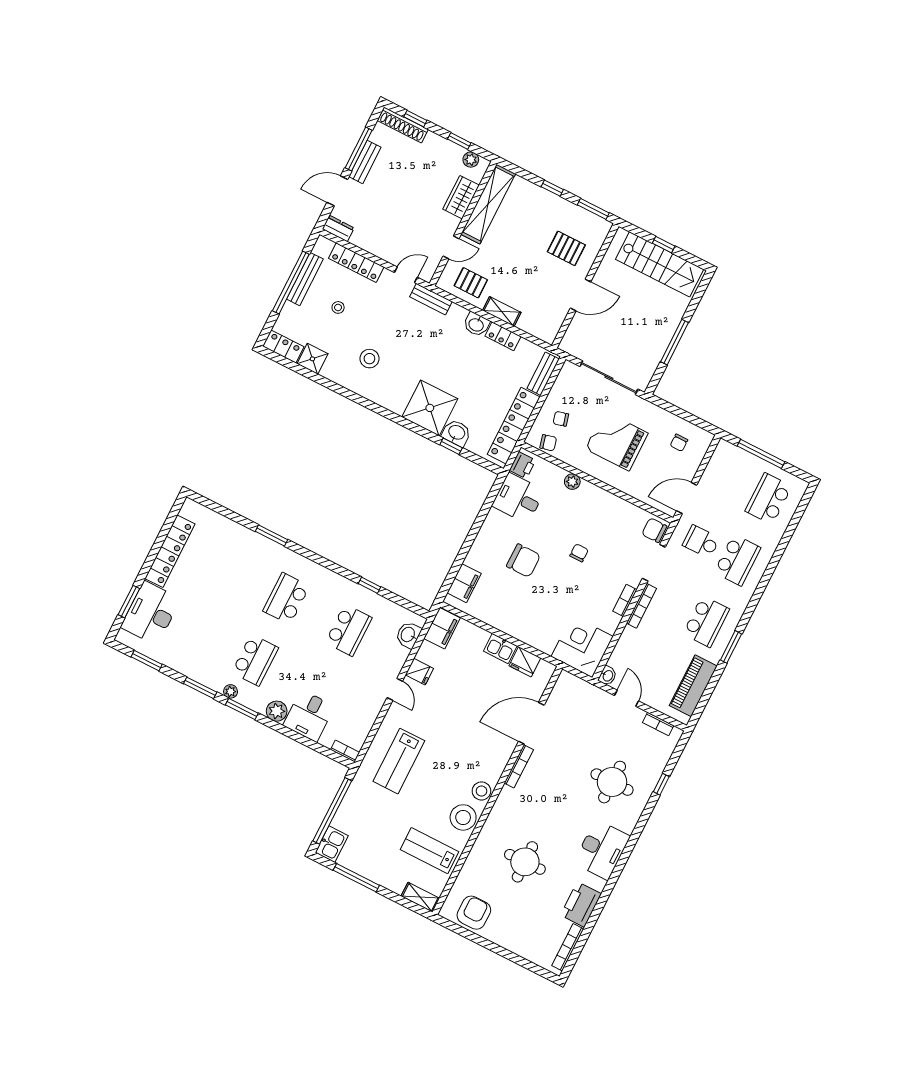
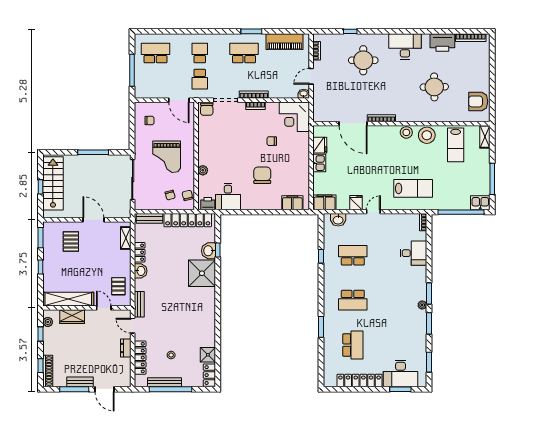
dresser: (338, 228) -> (126, 348), moved
shelving: (502, 311) -> (126, 238), moved
stool: (369, 359) -> (191, 322), removed
school desk: (768, 499) -> (155, 53), turned 180
chair: (579, 553) -> (272, 141), moved
school desk: (737, 560) -> (200, 53), width x0.54
school desk: (255, 660) -> (353, 345), moved, turned 90
plant: (277, 711) -> (420, 273), removed

